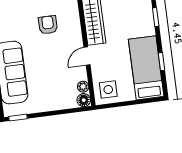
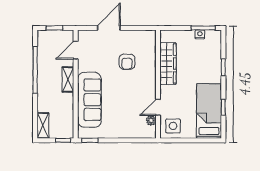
armchair: (48, 25) -> (127, 62), turned 180
door: (87, 56) -> (158, 107), moved
floor lamp: (84, 100) -> (150, 132), removed

